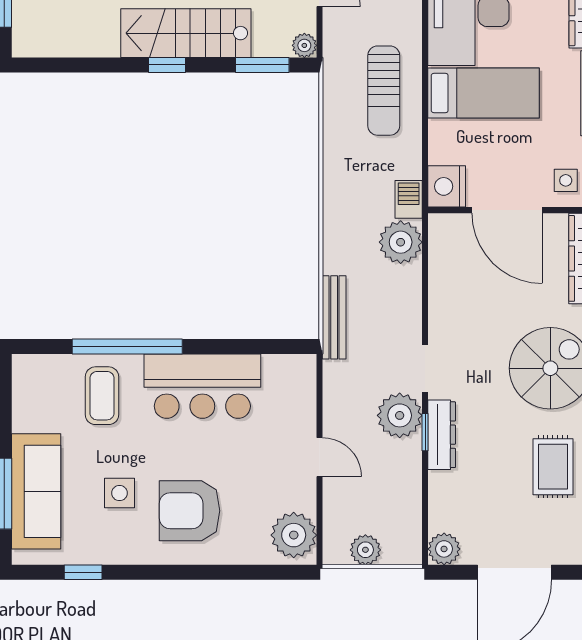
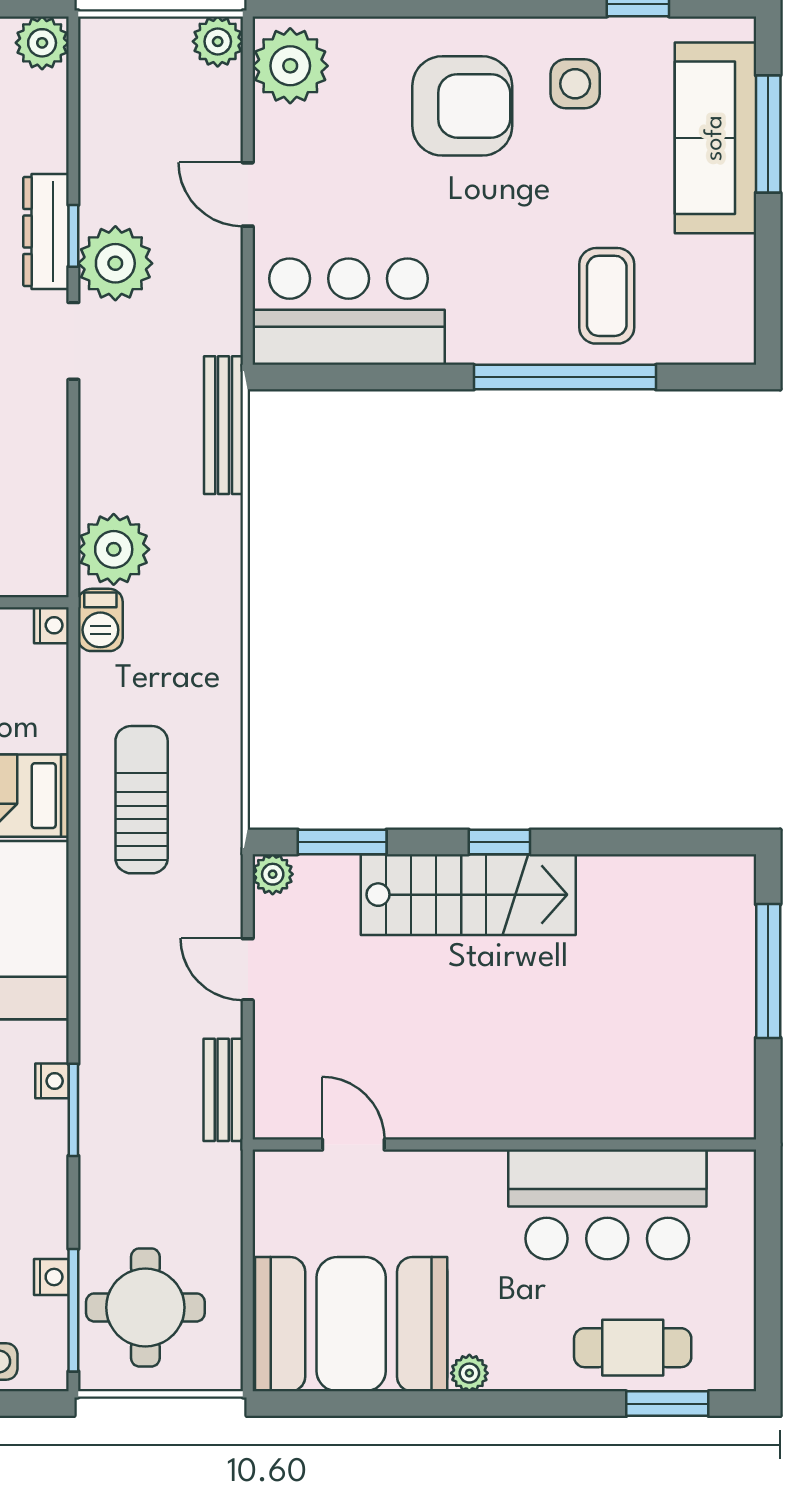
nightstand: (447, 186) -> (51, 625), width x0.53, depth x0.56
bar counter: (202, 386) -> (349, 312), moved
side table: (119, 493) -> (575, 84), moved
plant: (365, 550) -> (218, 41), moved

